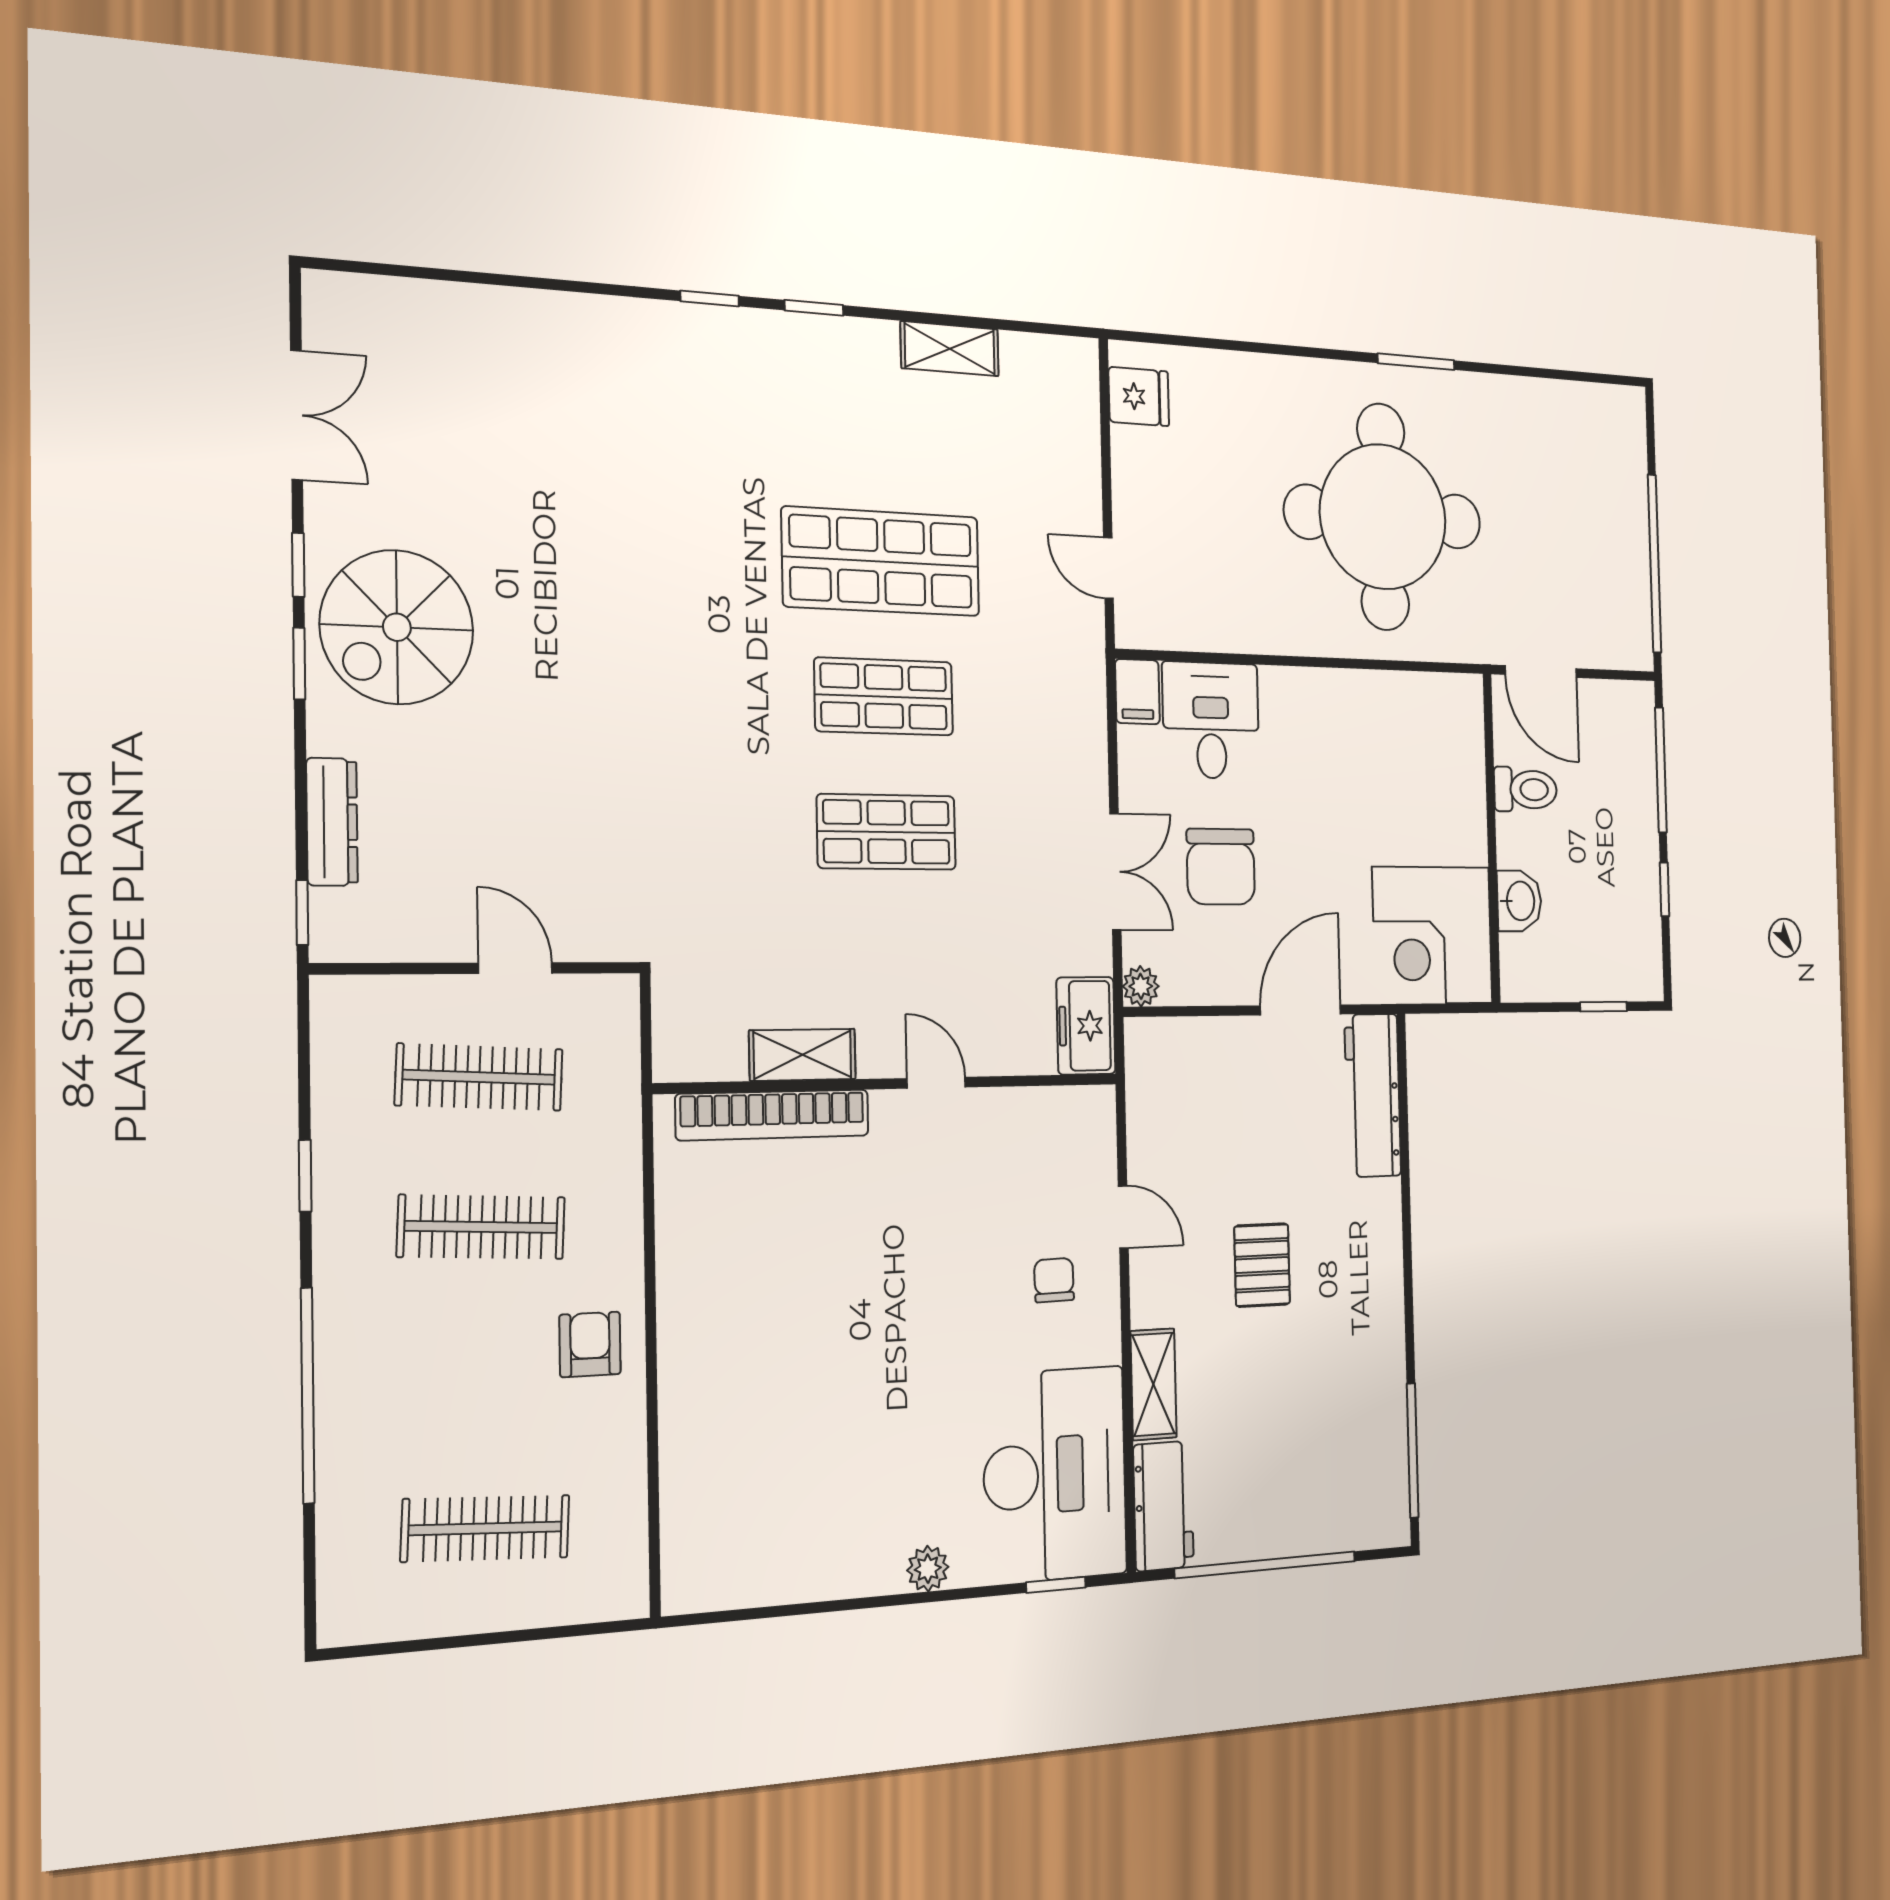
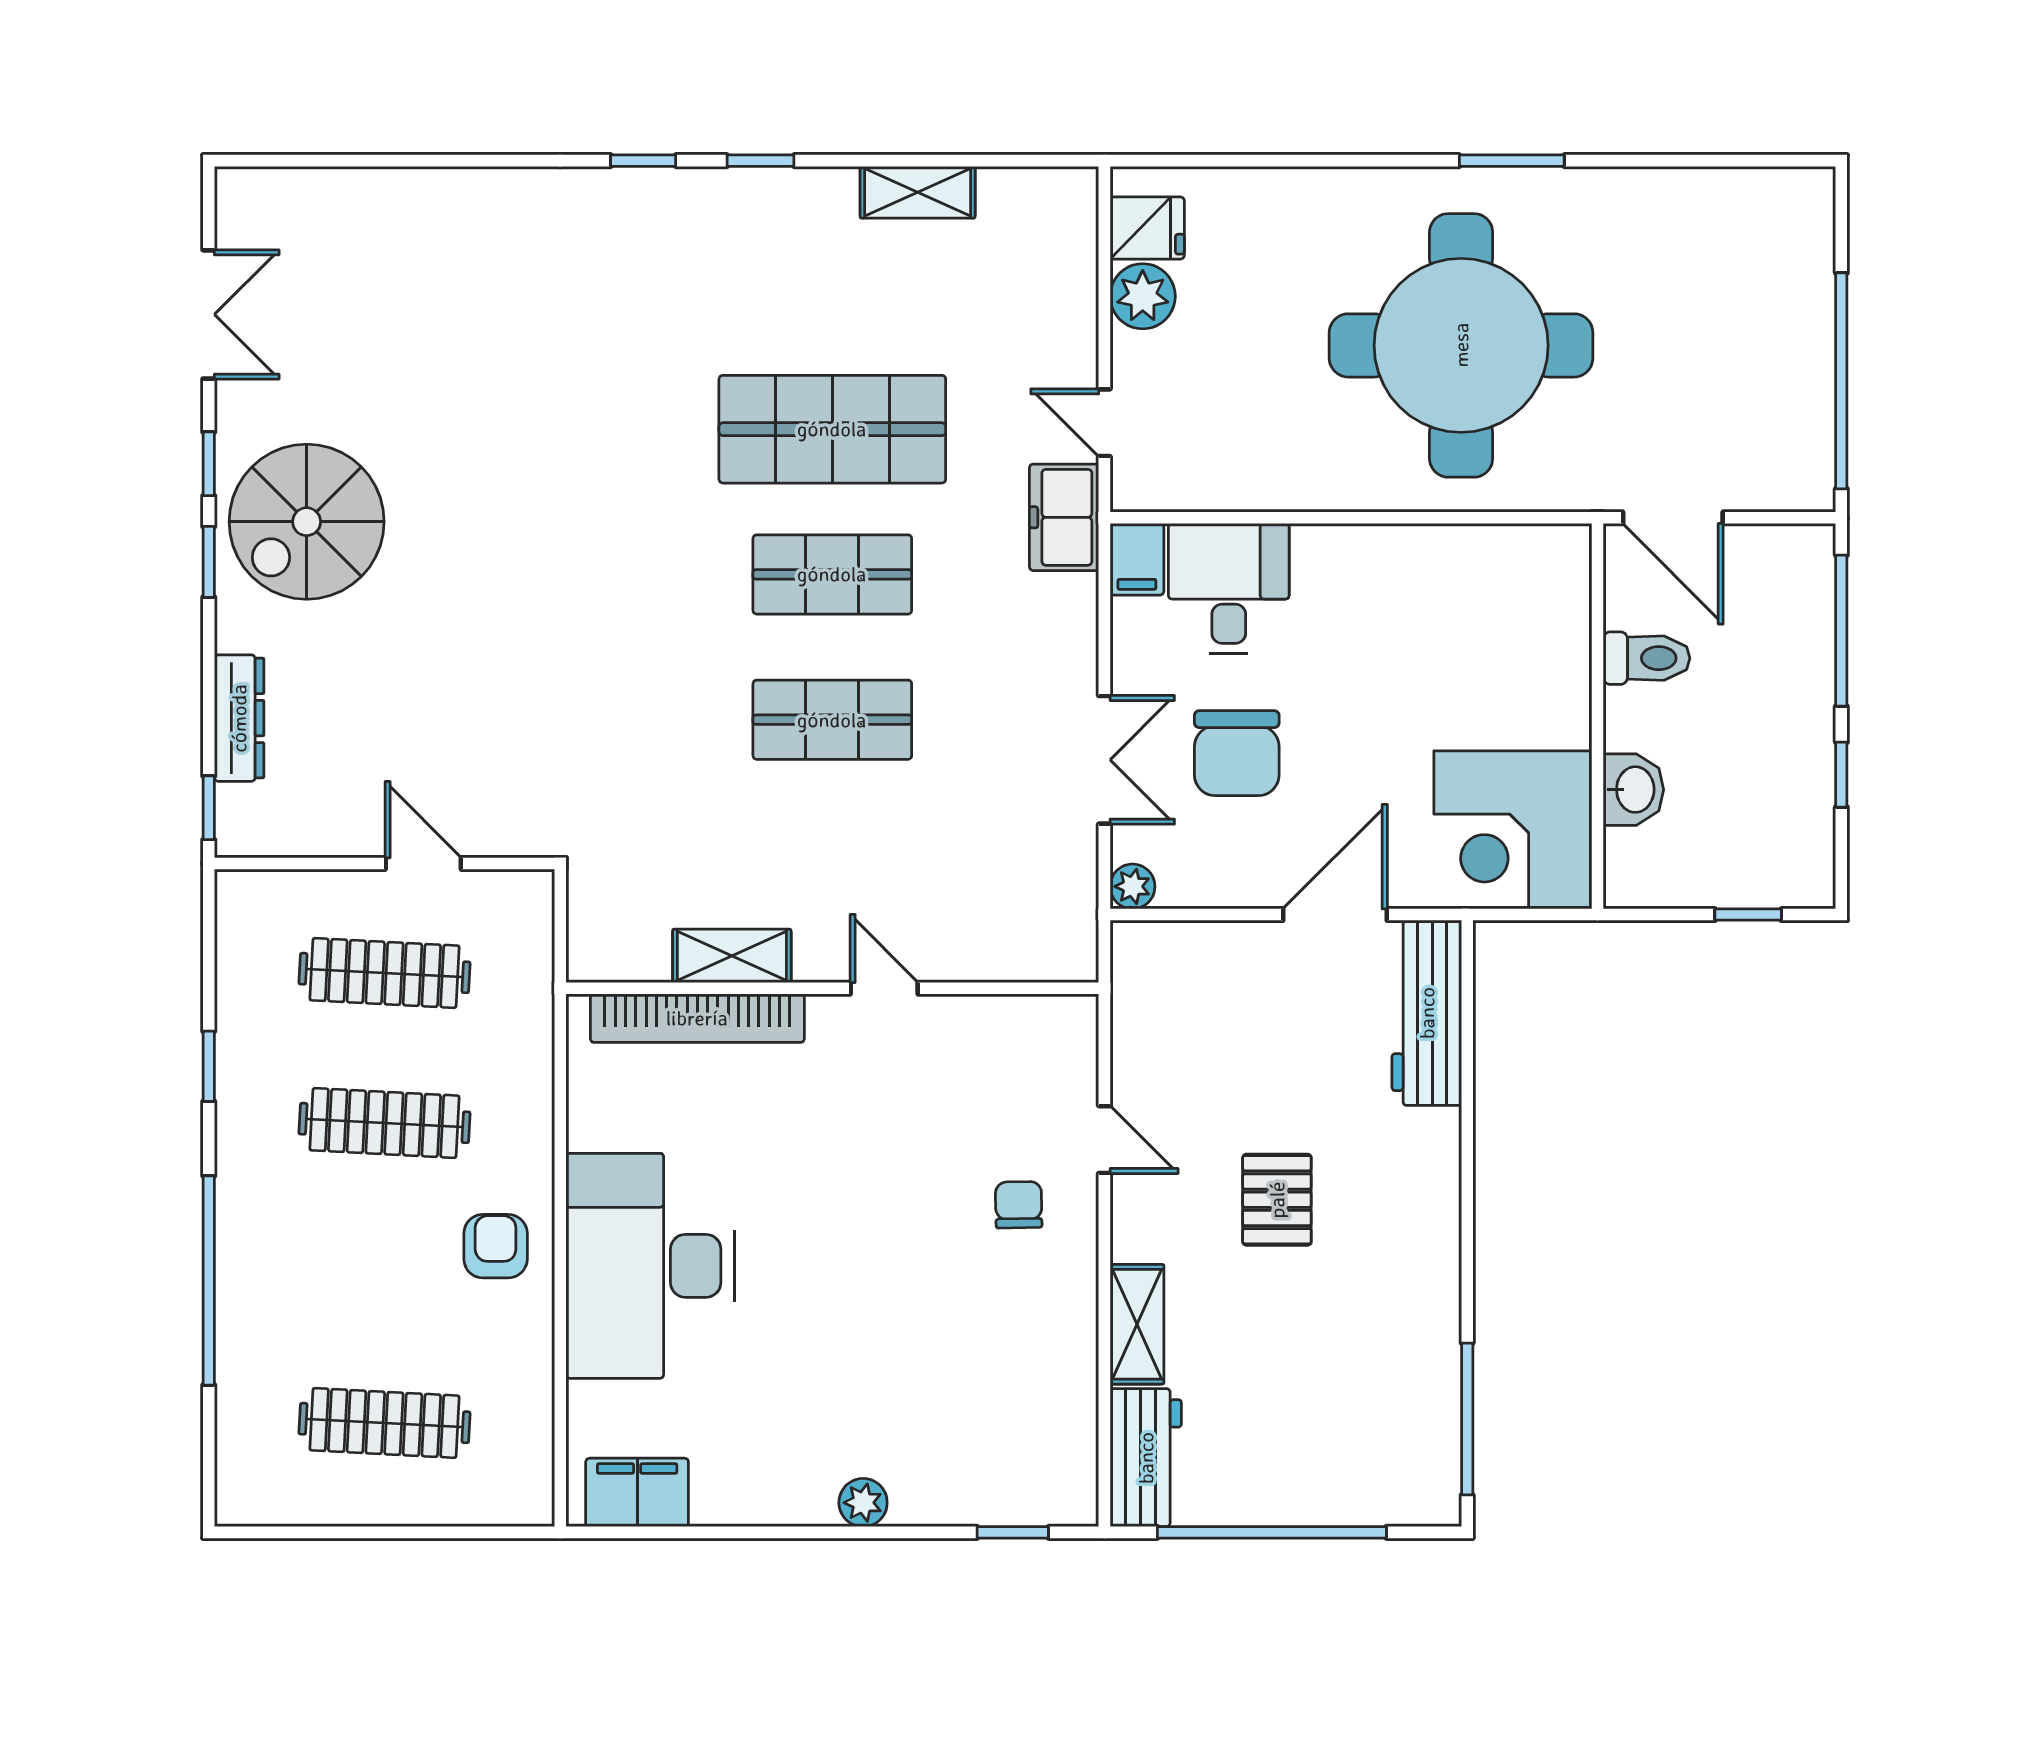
plant: (1137, 457) -> (1143, 296), added
freezer: (1086, 1026) -> (1064, 517), moved
desk: (1055, 1475) -> (650, 1266), moved, turned 180
filing cabinet: (726, 1577) -> (637, 1492), added

